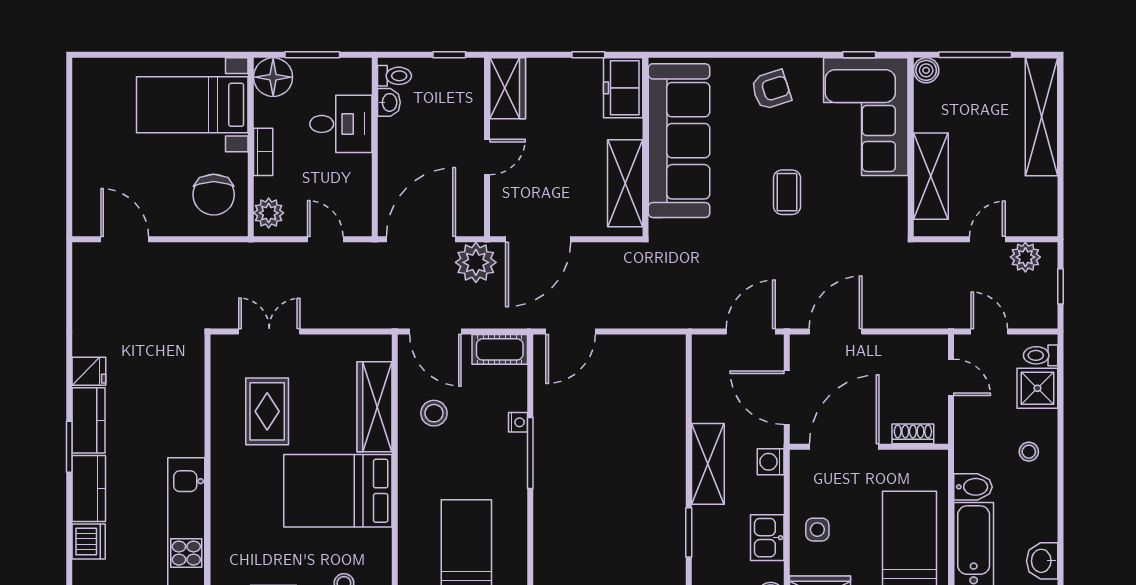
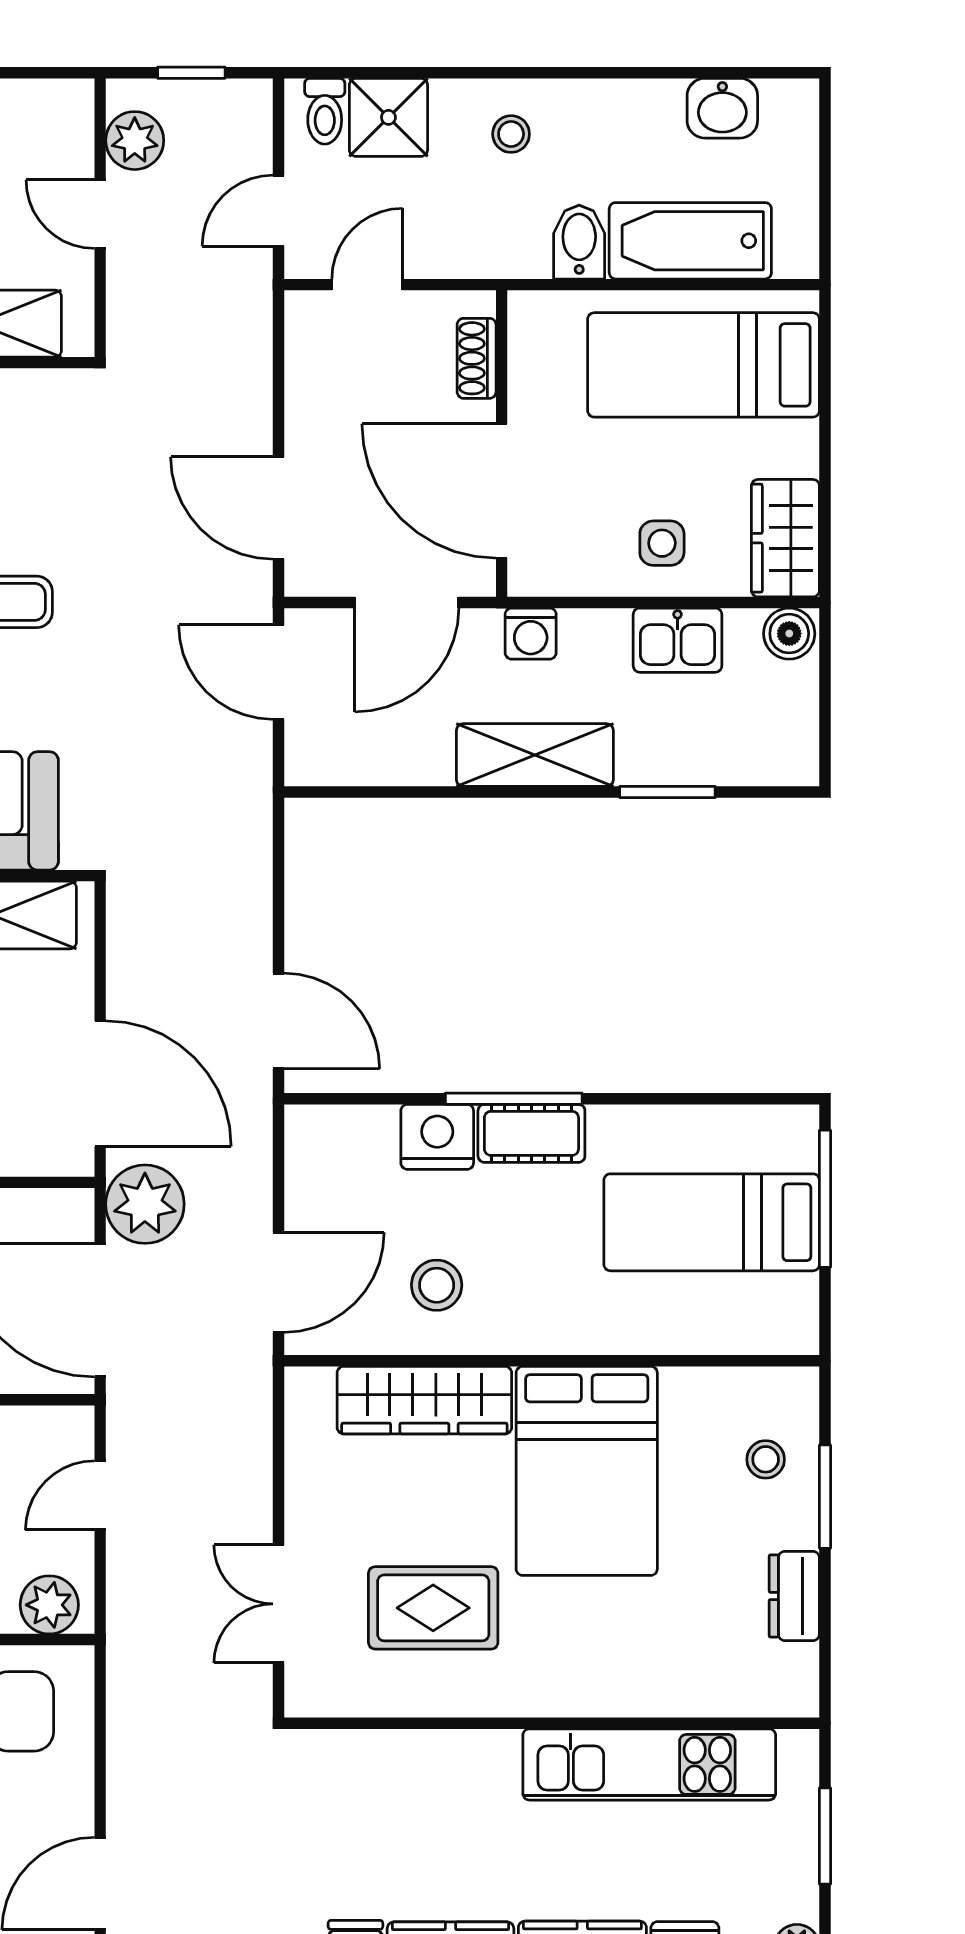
cot: (500, 349) -> (531, 1133), moved, turned 90
nightstand: (518, 422) -> (437, 1137), width x1.89, depth x1.79

